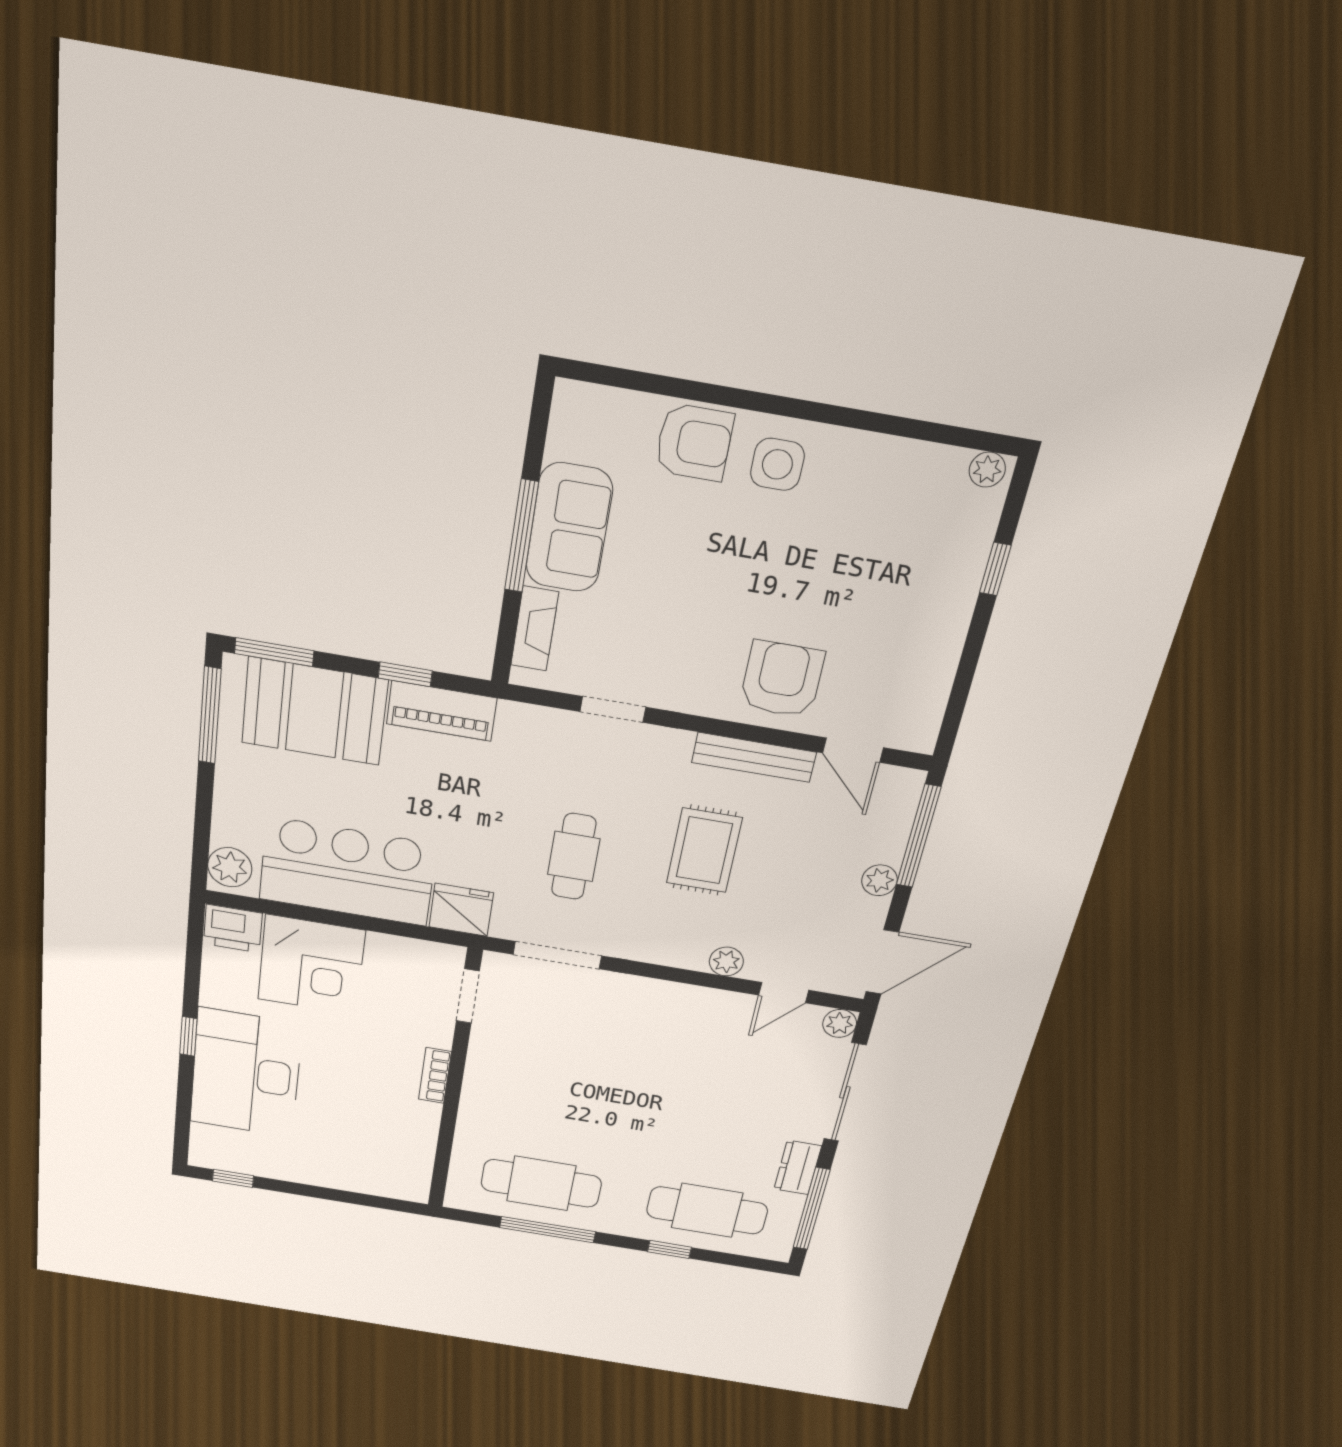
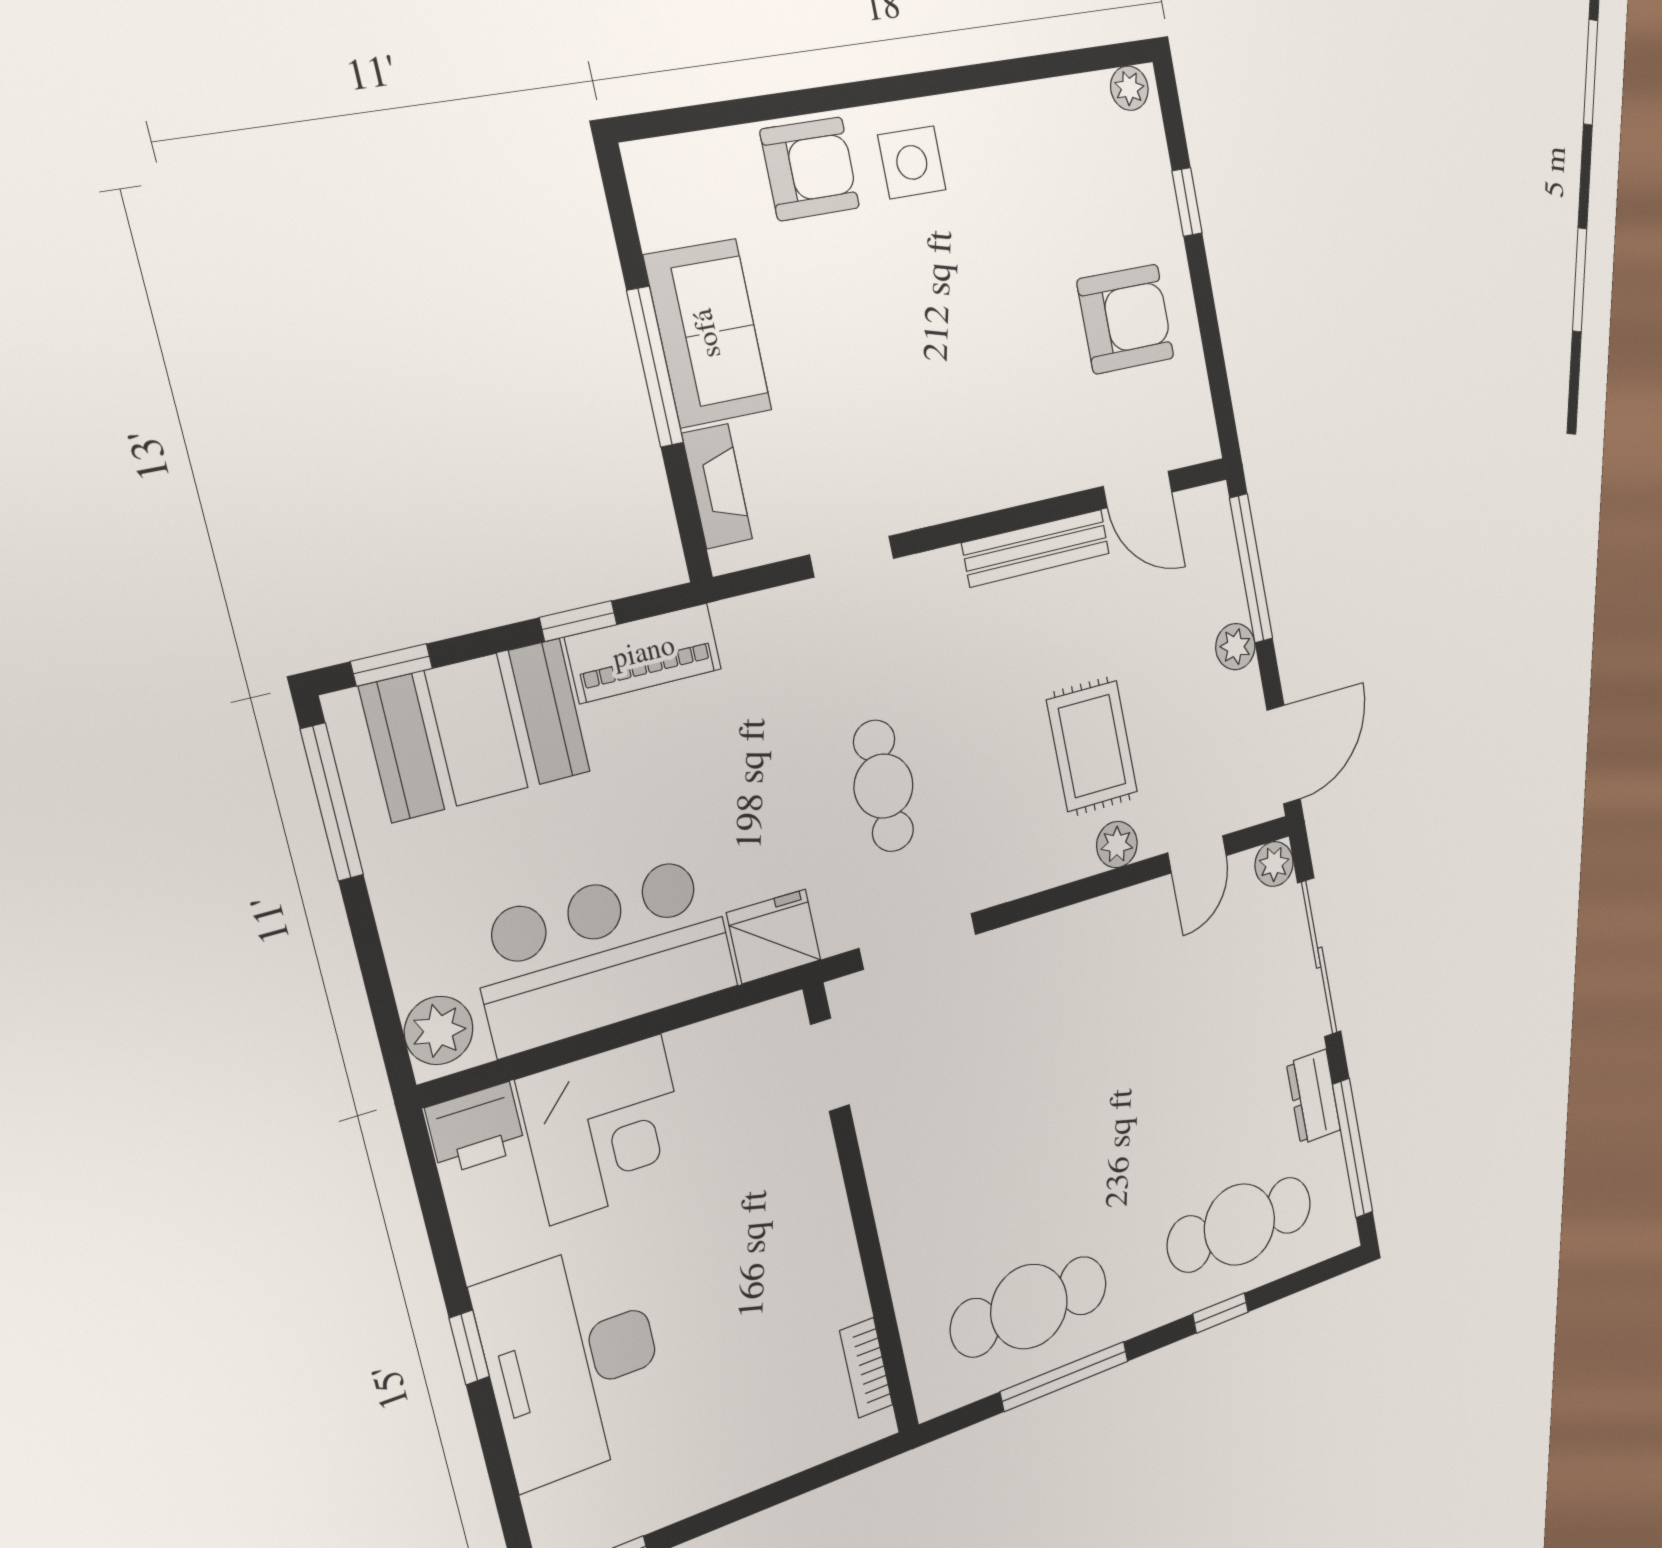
window: (274, 652) -> (392, 665), width x0.67
armchair: (782, 679) -> (1126, 319), moved, turned 90
rug: (704, 850) -> (1092, 746), moved
bookcase: (435, 1075) -> (866, 1368), moved

